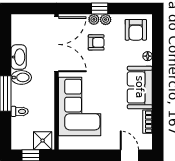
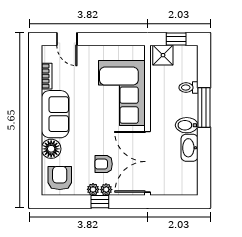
floor lamp: (148, 56) -> (51, 149), width x1.89, depth x1.89

